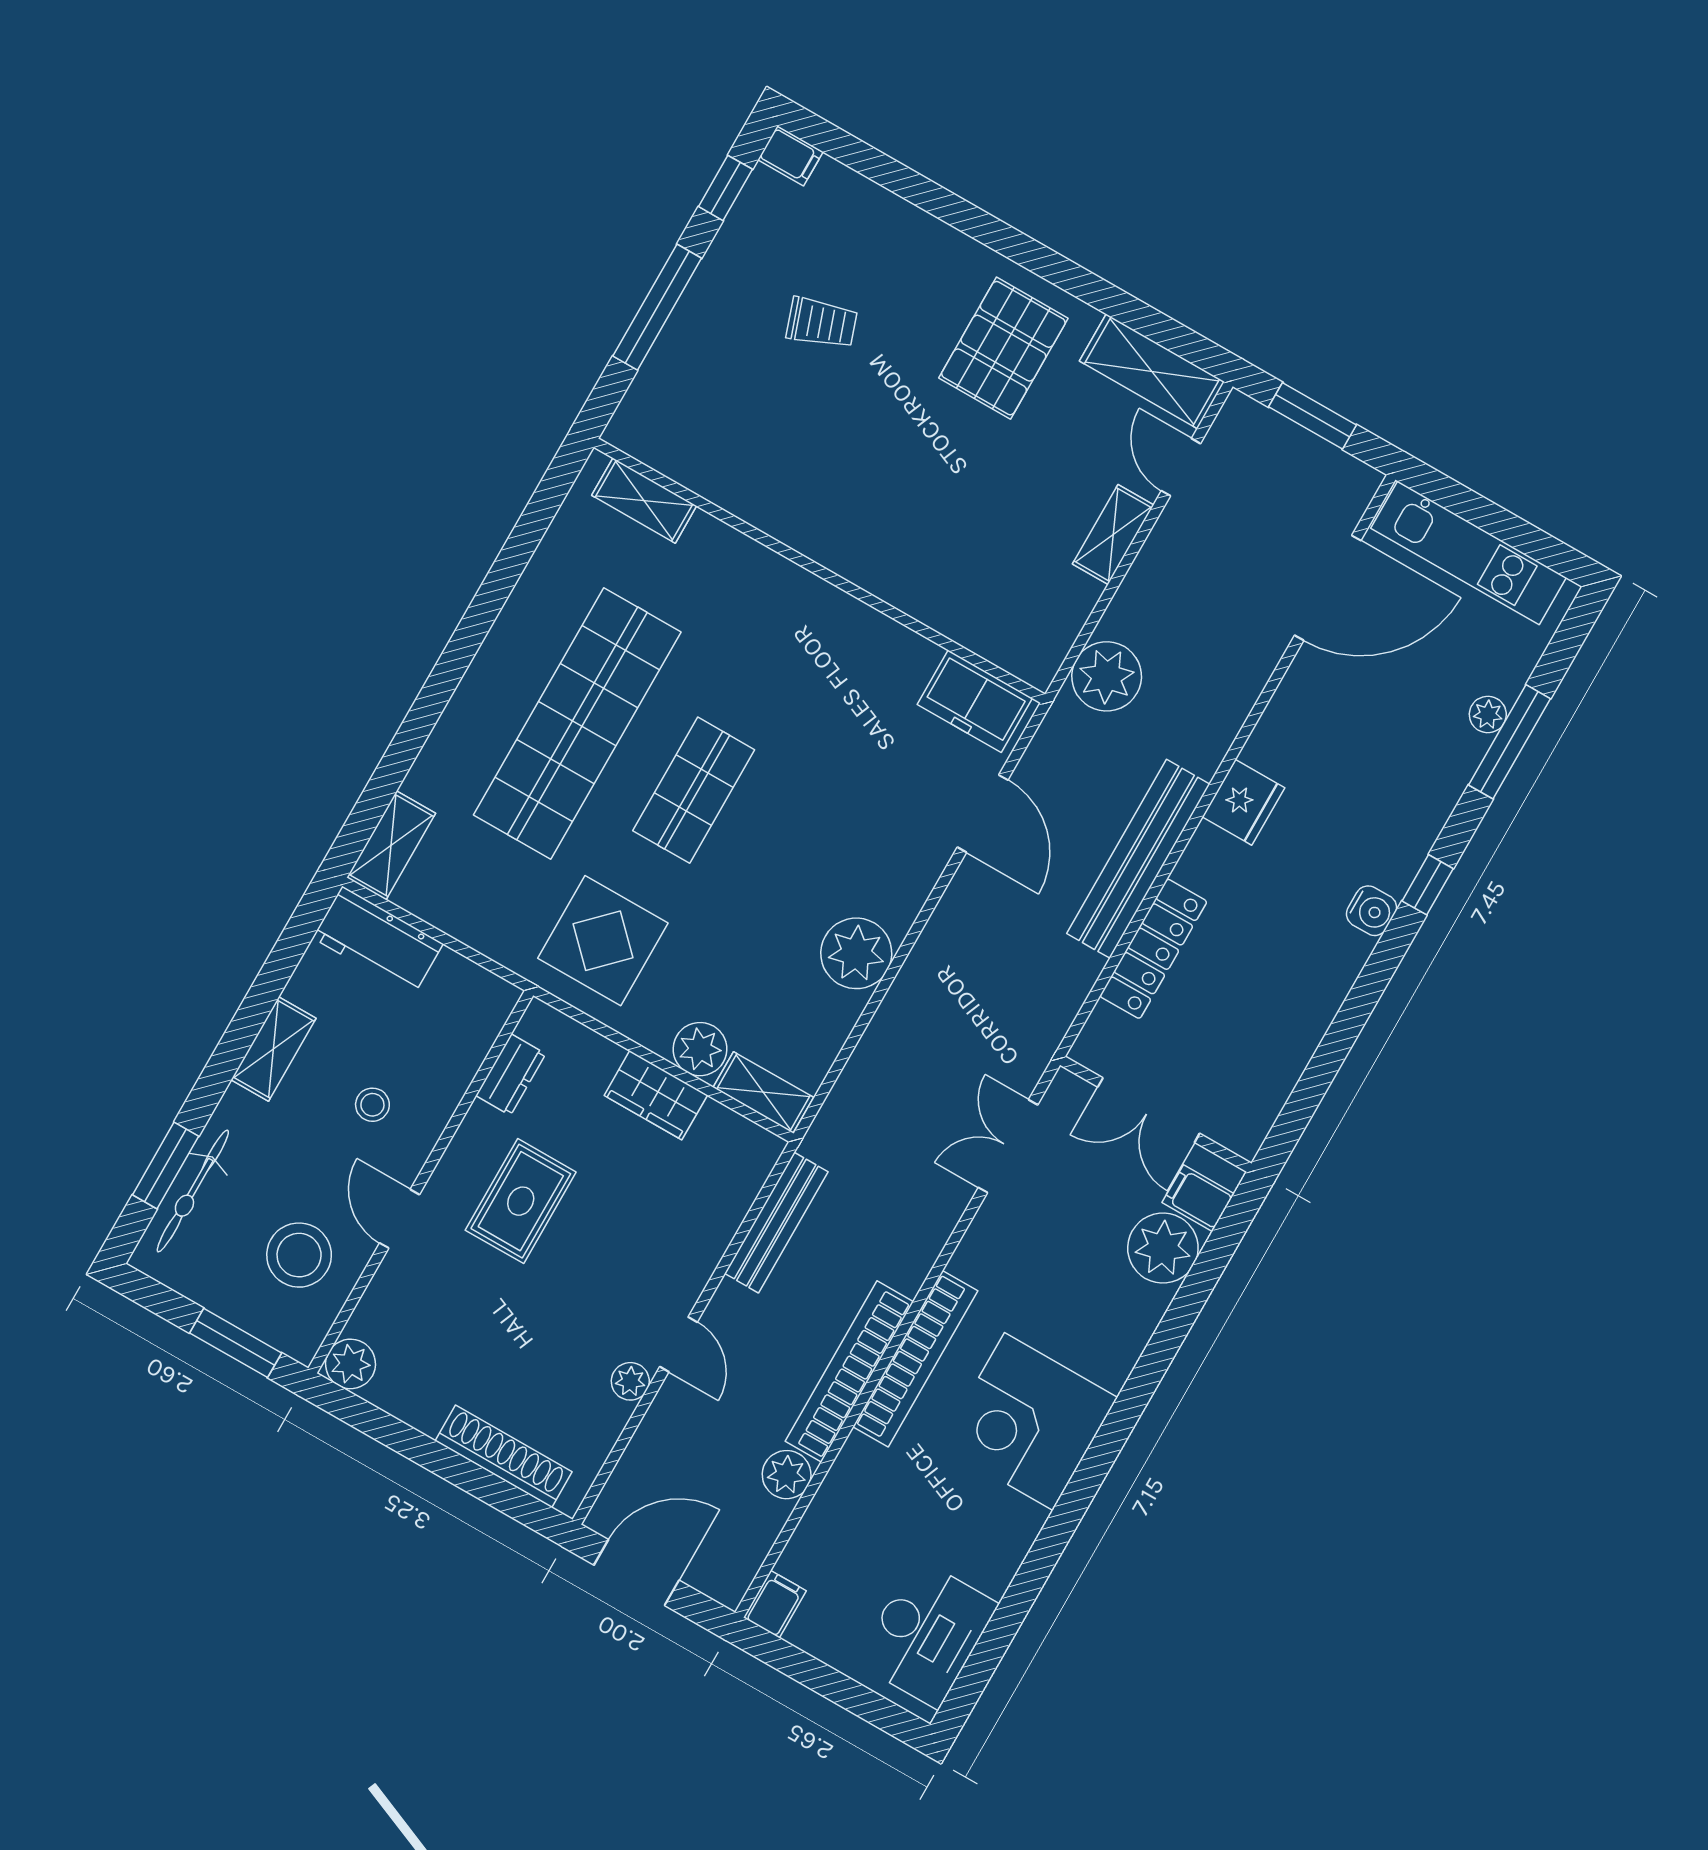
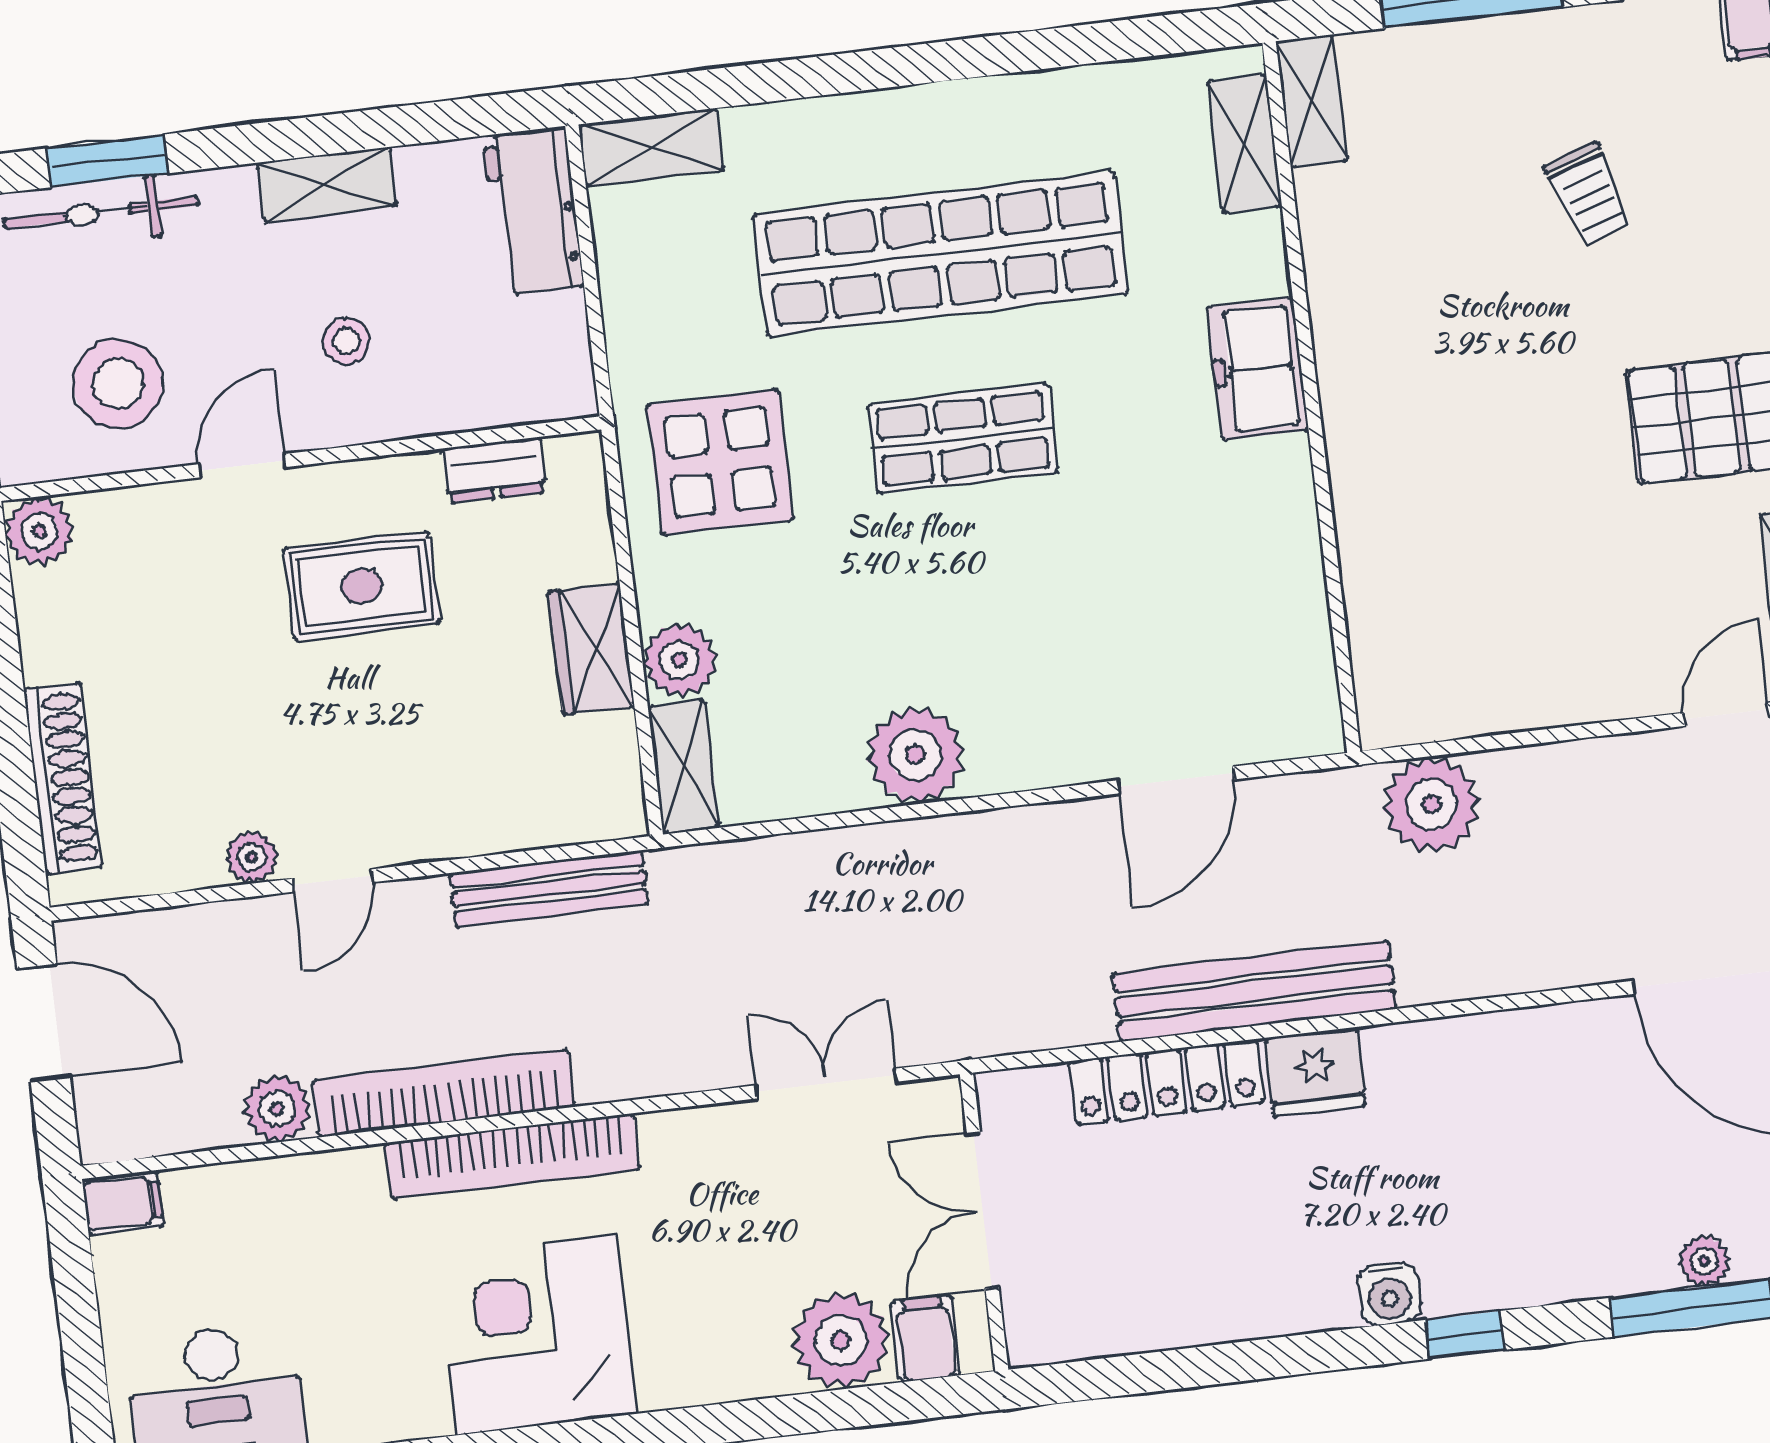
shelving: (1113, 535) -> (1312, 101), moved, turned 90
freezer: (975, 701) -> (1258, 369), moved
fridge: (1243, 802) -> (1315, 1072), moved

